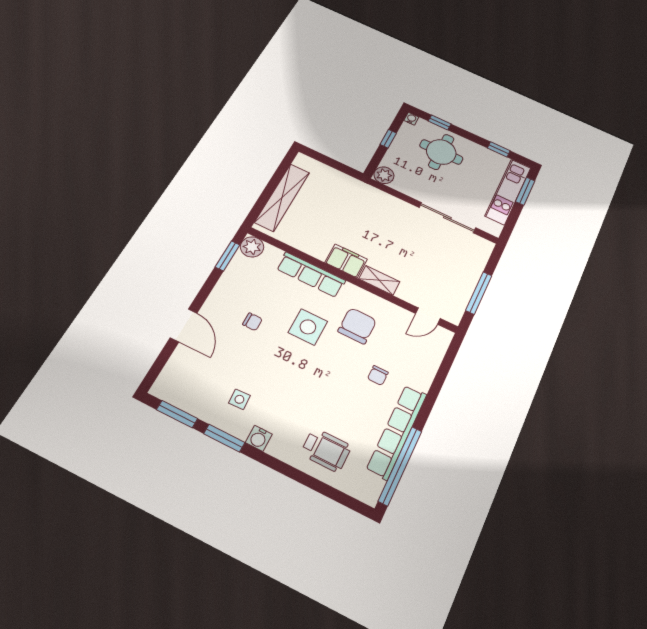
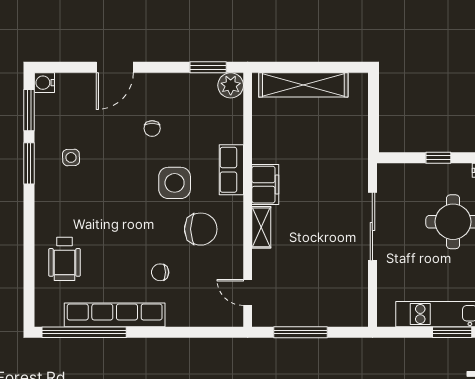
plant: (384, 175) -> (388, 175), removed
sliding door: (447, 218) -> (372, 227), moved
row of seats: (311, 275) -> (231, 170), width x0.68
water cooler: (259, 438) -> (44, 83), moved

